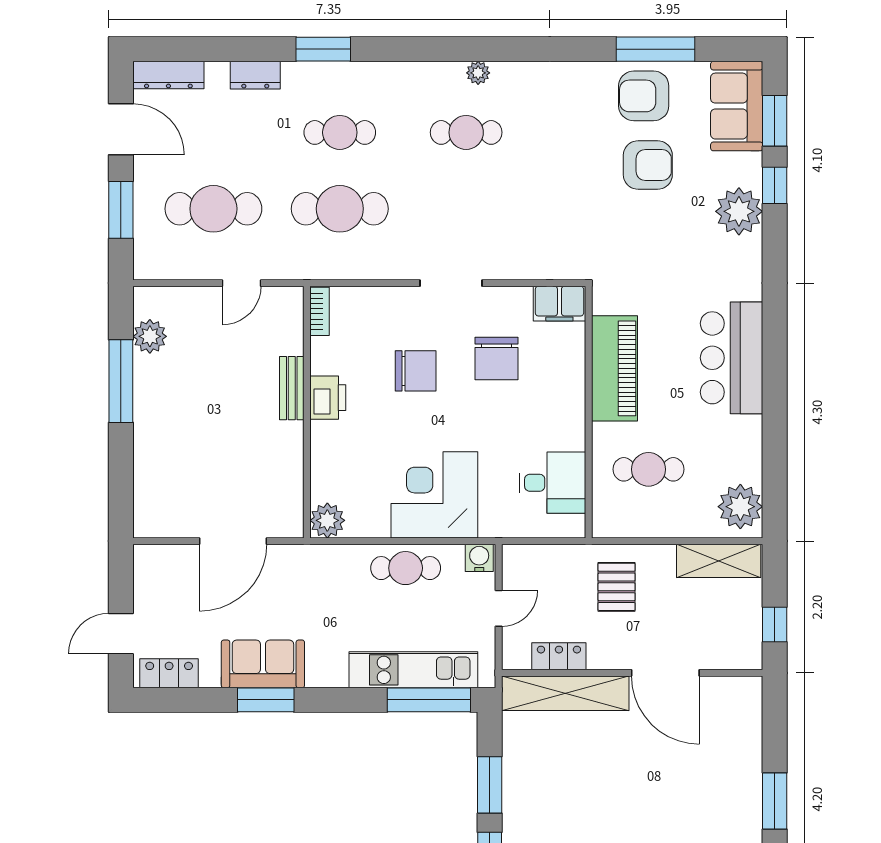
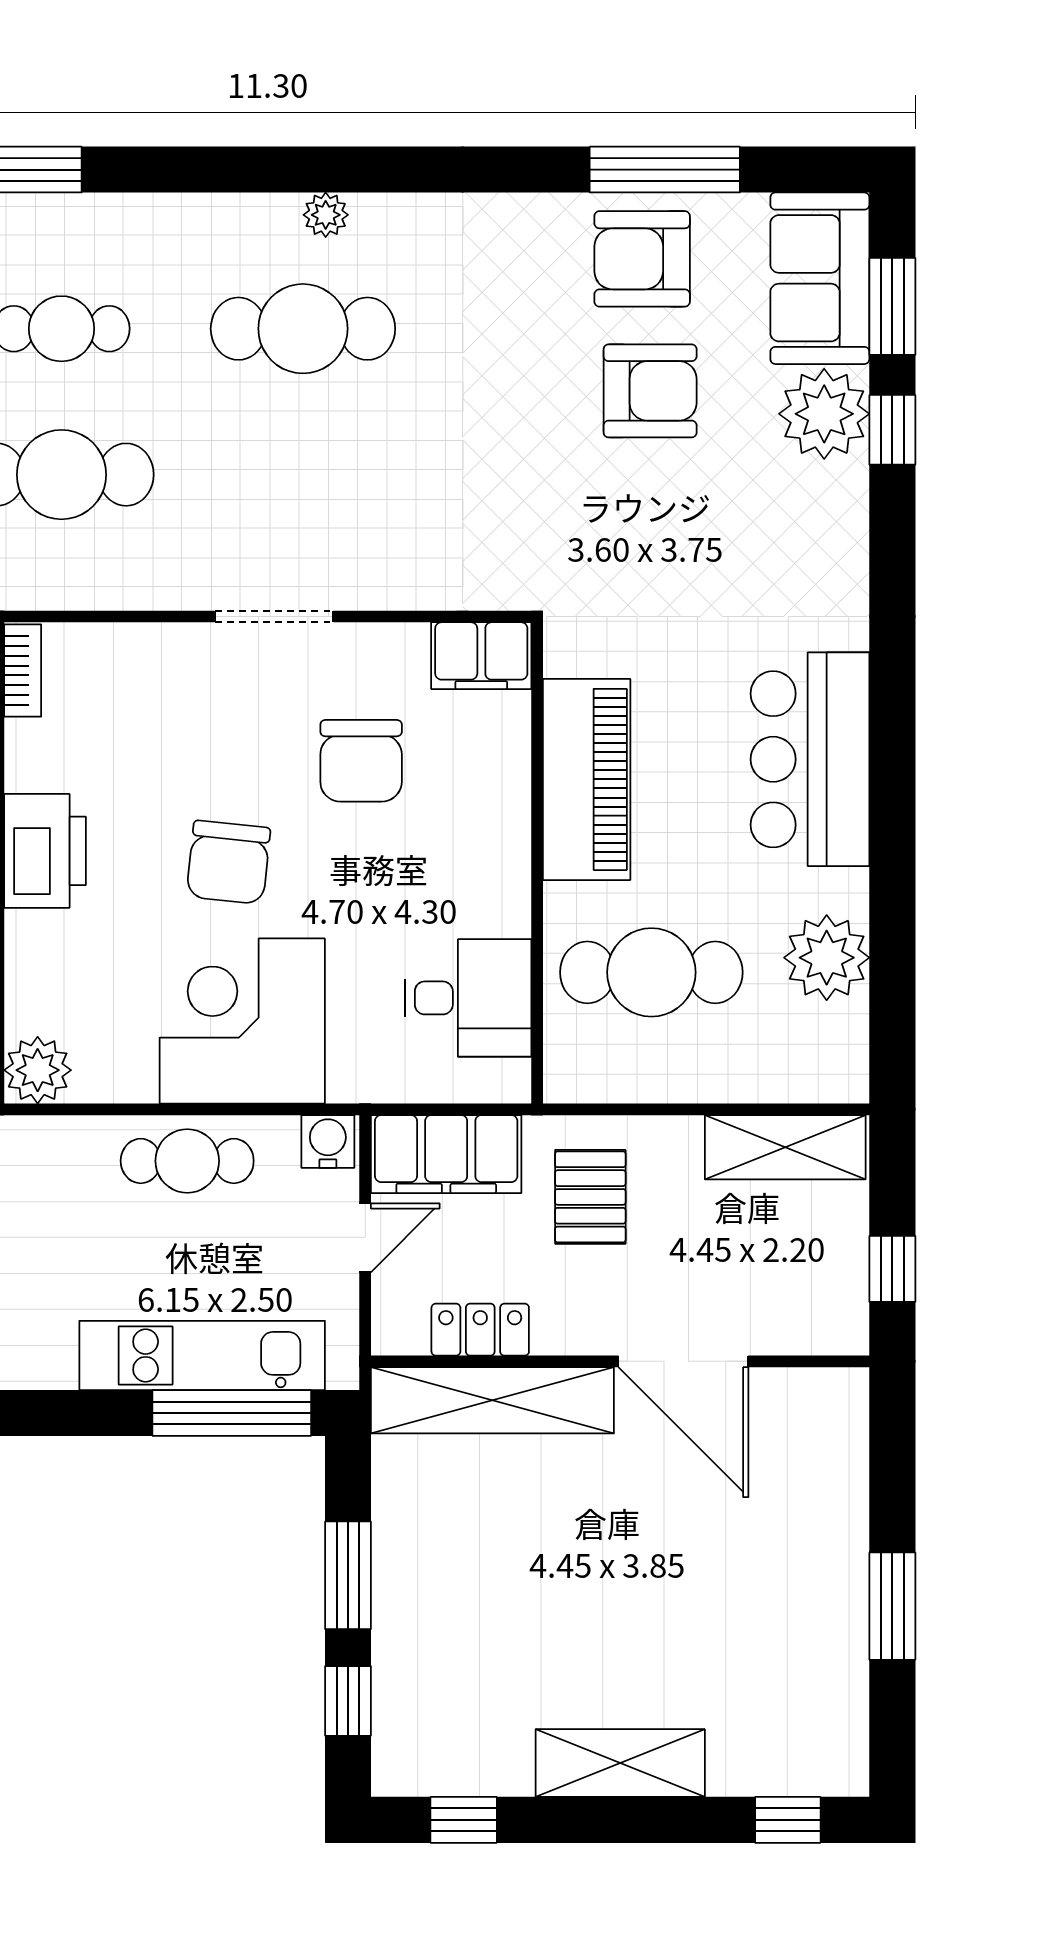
cafe table: (466, 132) -> (303, 329), width x1.37, depth x1.35
plant: (739, 211) -> (824, 414), moved
chair: (416, 371) -> (228, 862), moved, turned 96
printer: (328, 398) -> (45, 851), width x1.37, depth x1.19
cafe table: (649, 469) -> (651, 972), width x1.37, depth x1.35
plant: (740, 507) -> (827, 958), moved
filing cabinet: (541, 564) -> (446, 1154), added

